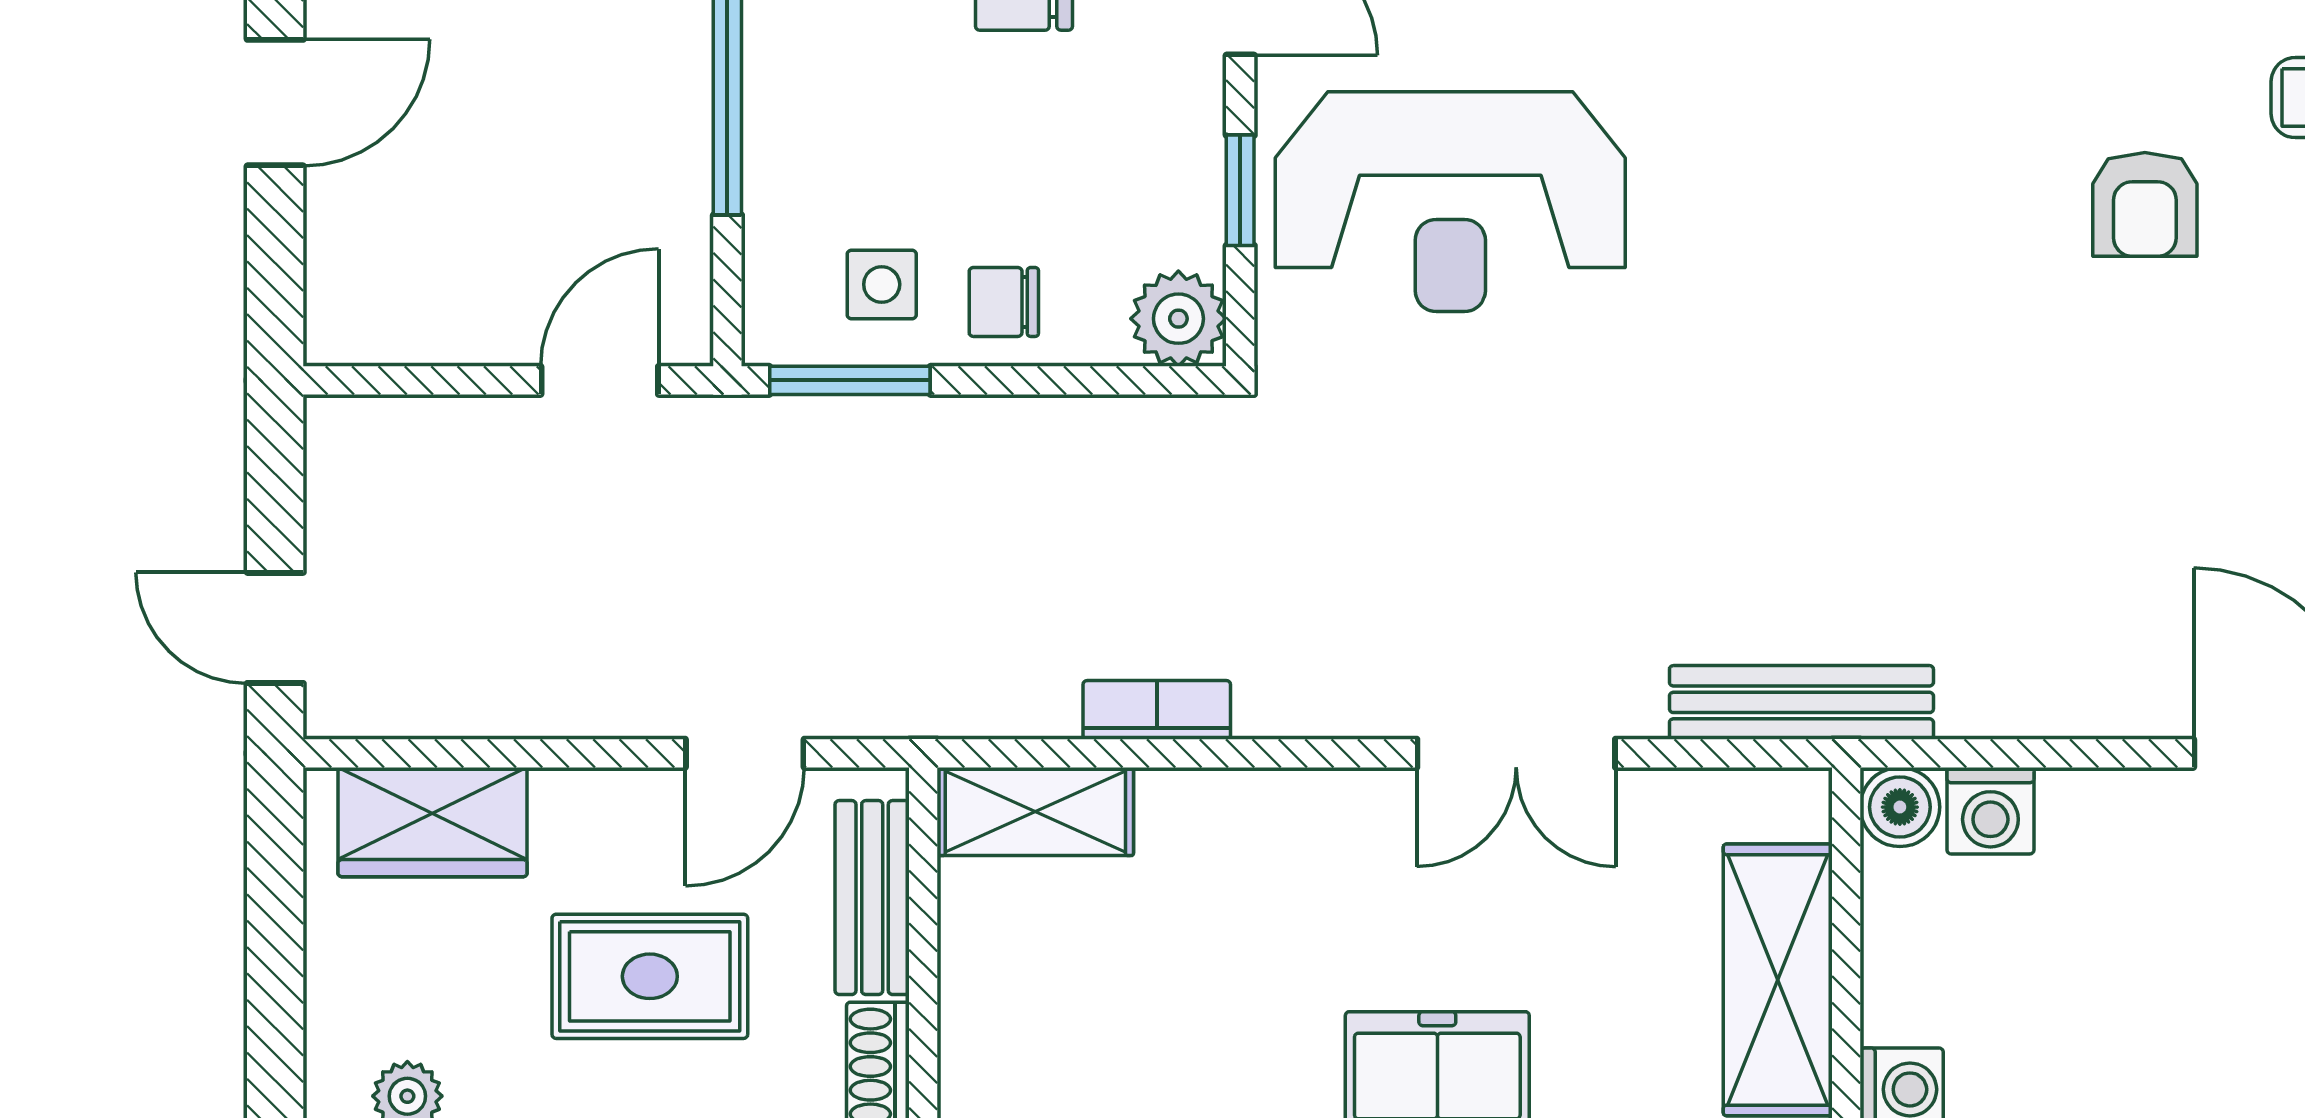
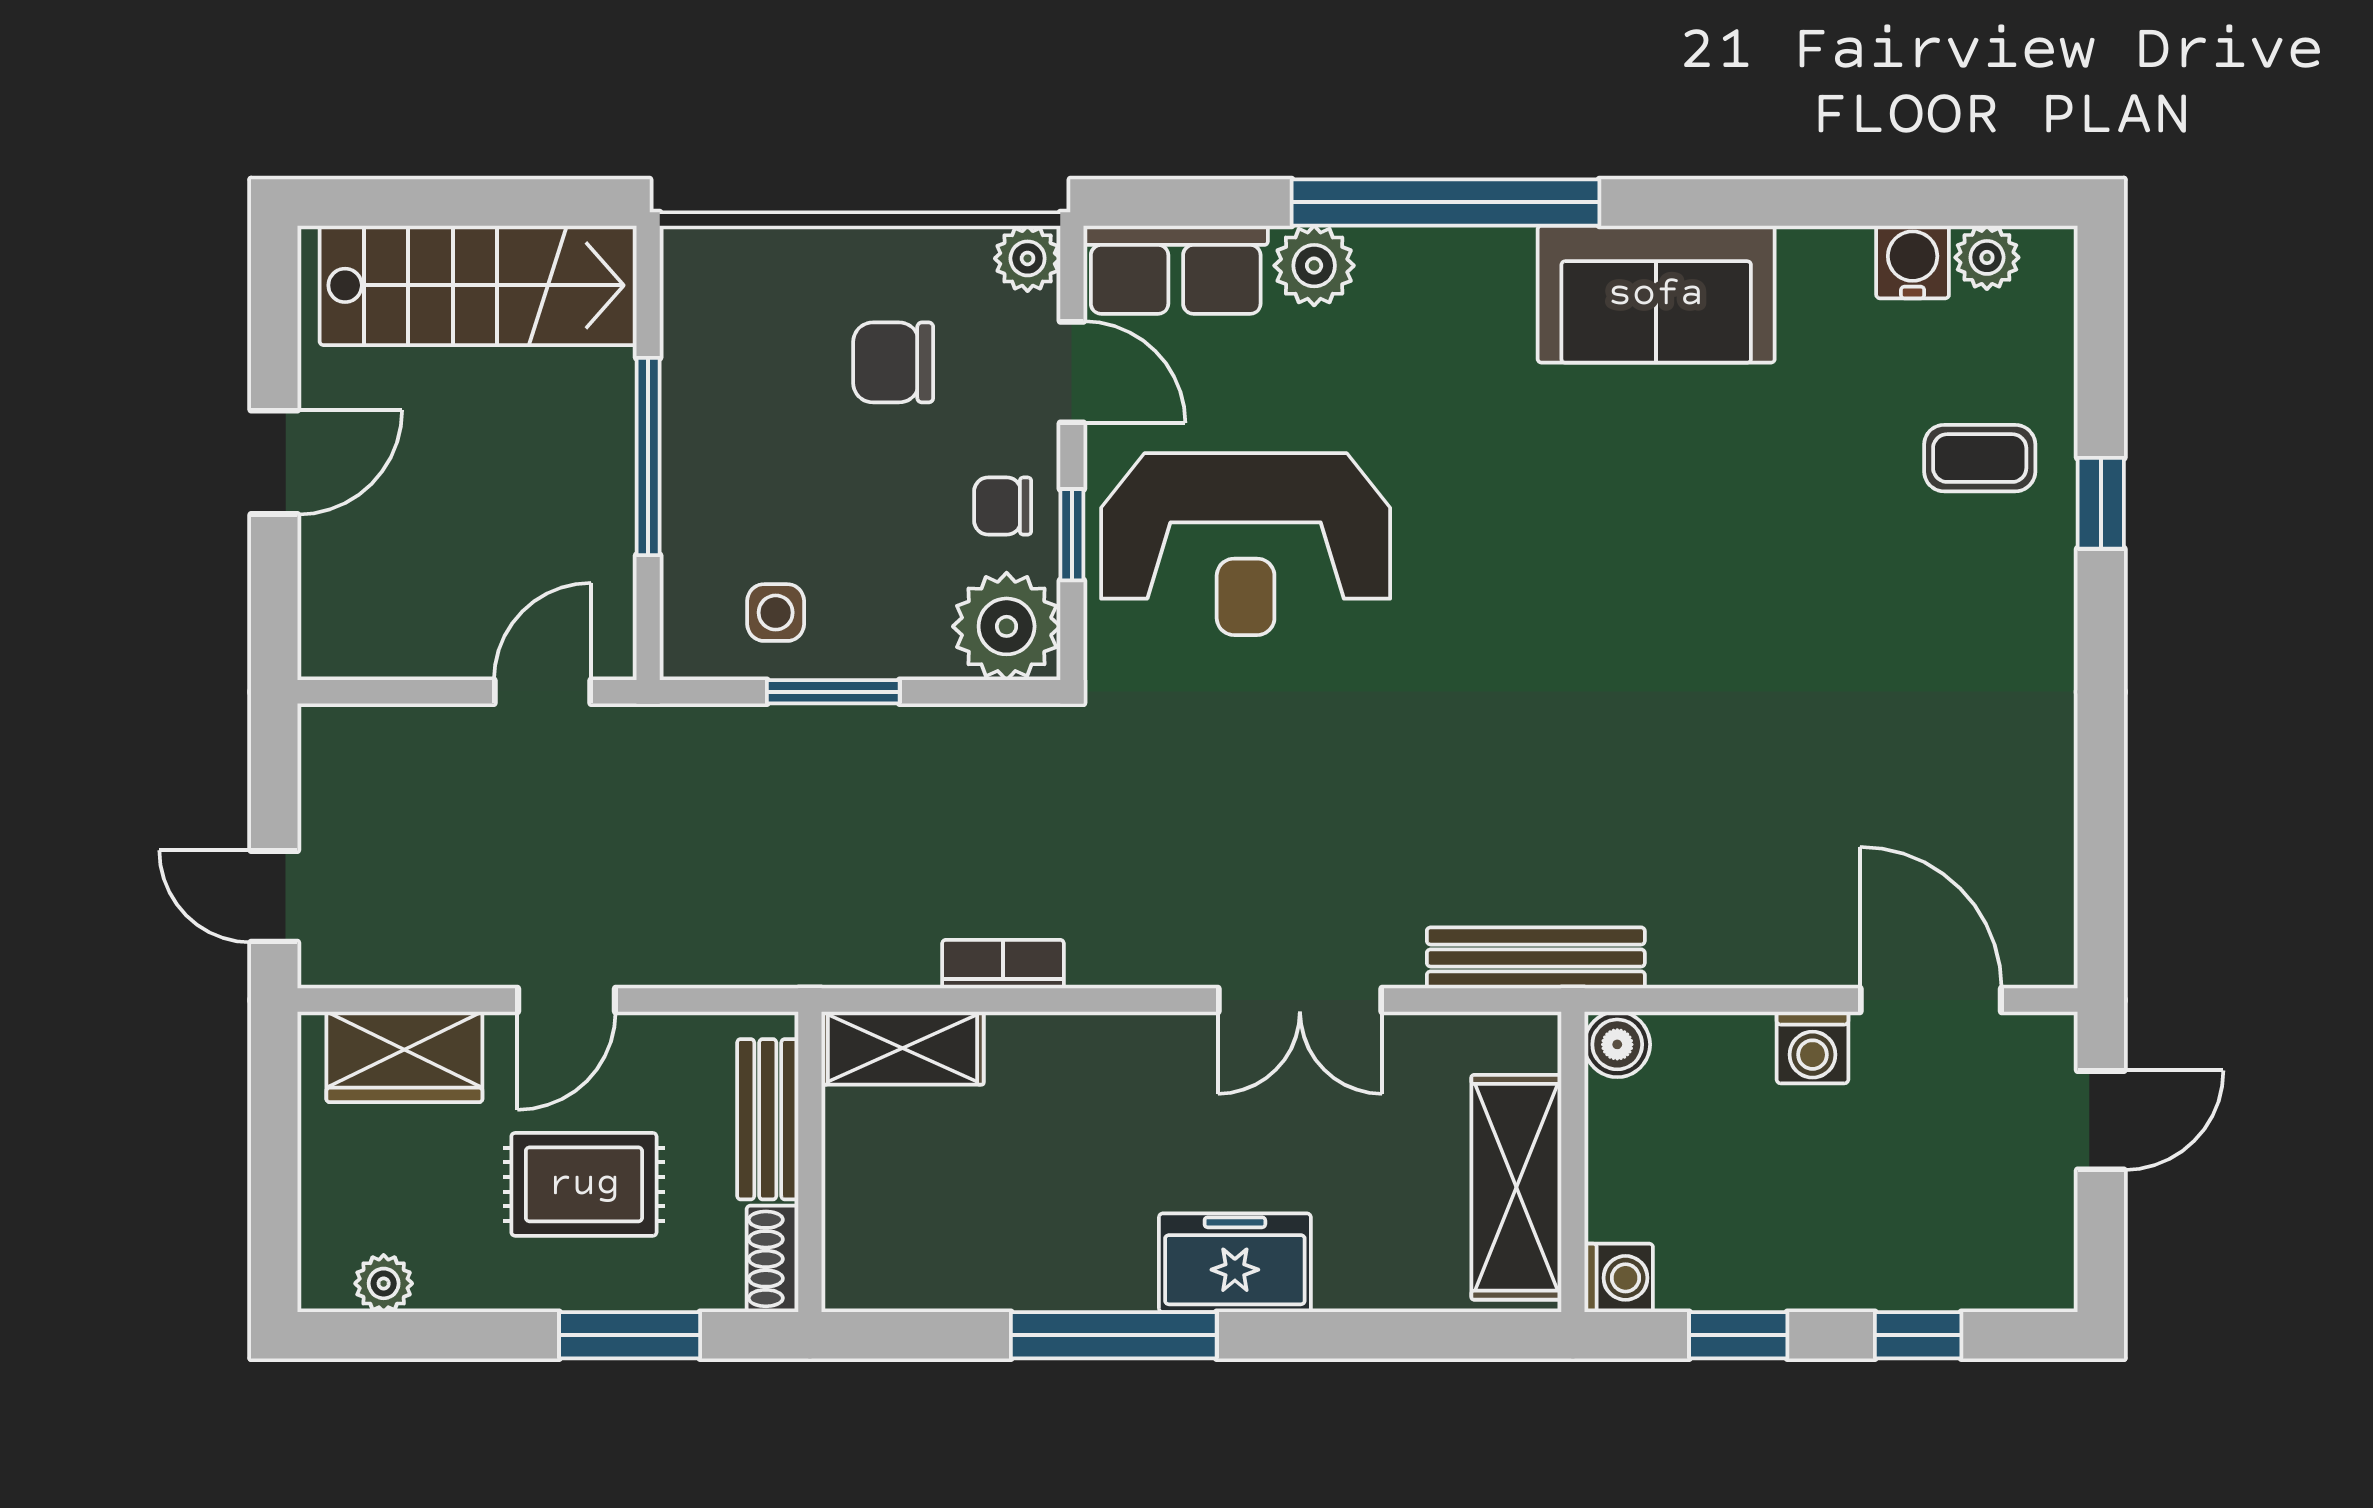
armchair: (2145, 204) -> (1820, 546), removed
chair: (1004, 302) -> (1003, 506), moved
plant: (1178, 319) -> (1007, 626), width x1.36, depth x1.36
window: (850, 380) -> (833, 692), moved
door: (745, 753) -> (566, 1000), moved
washing machine: (1990, 811) -> (1812, 1047), moved

